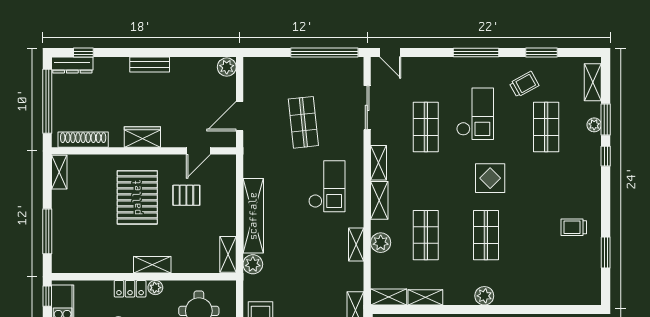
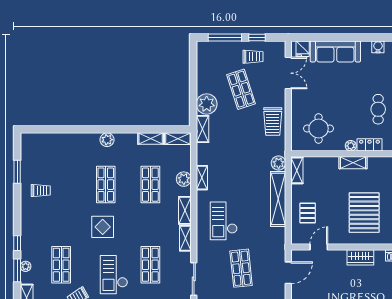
pallet: (186, 195) -> (308, 213), moved, turned 90

